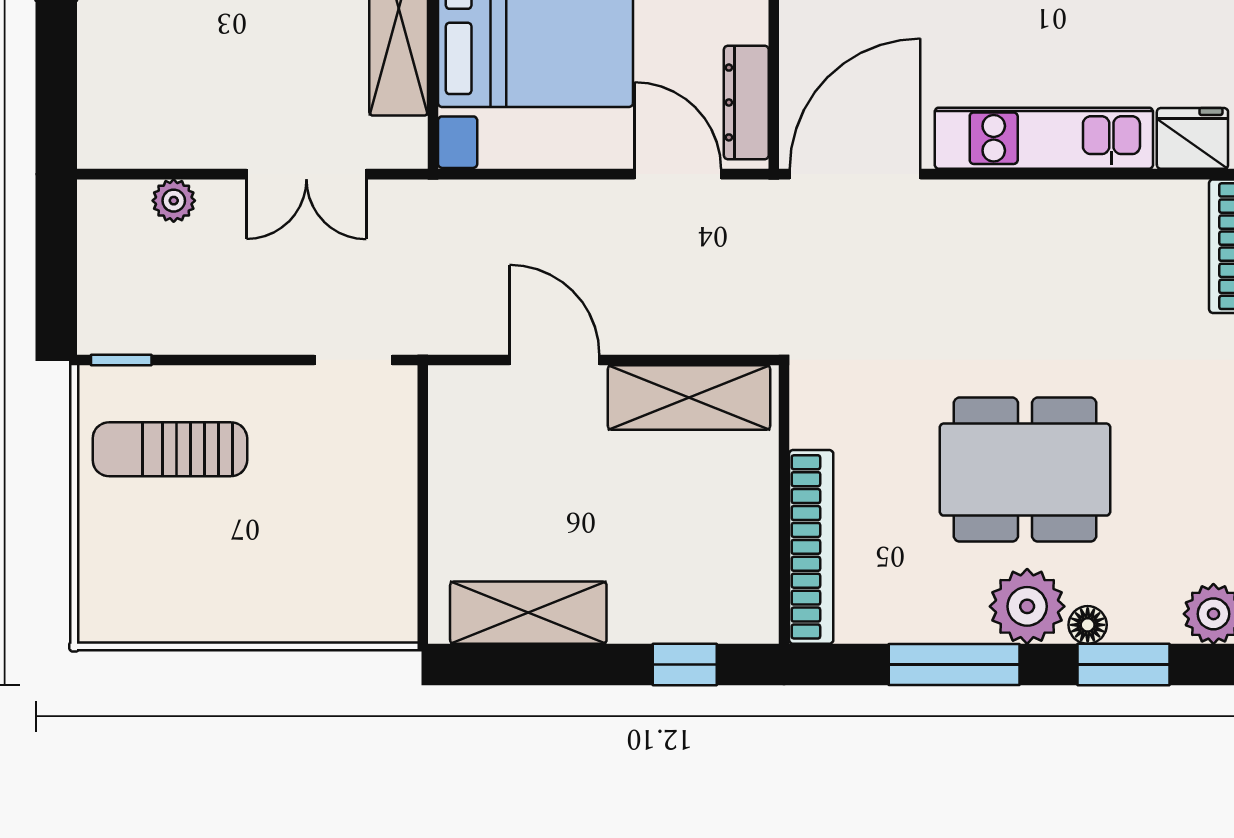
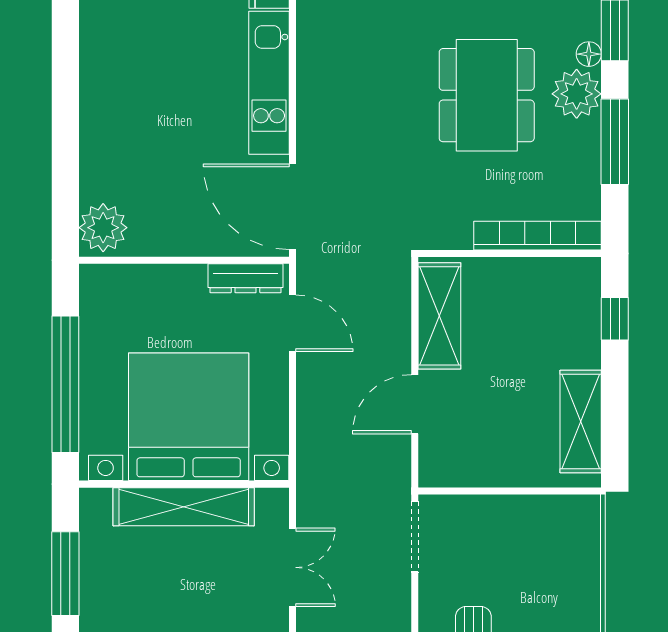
door: (678, 174) -> (293, 323), swing flipped
doorway: (353, 360) -> (415, 537), width x1.38

